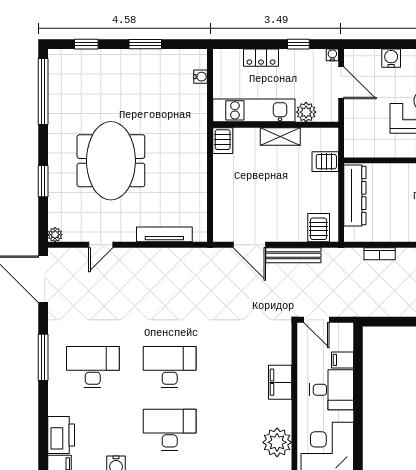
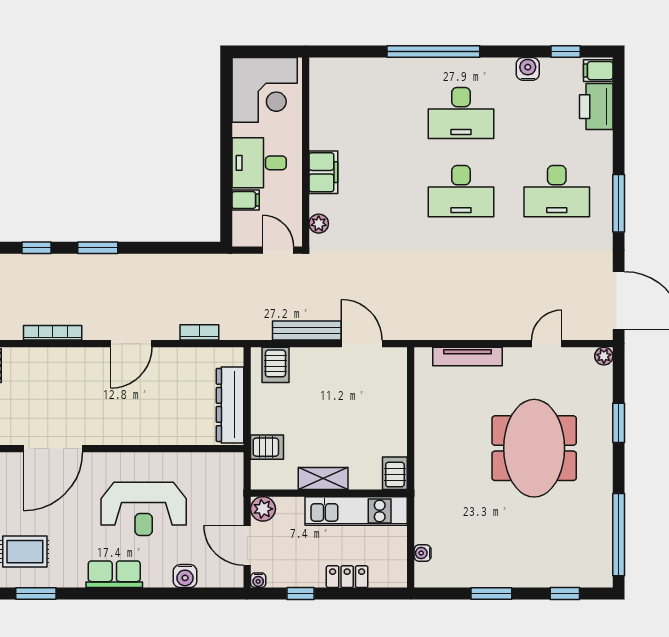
plant: (306, 112) -> (263, 509), moved
plant: (277, 442) -> (319, 224), moved, width x0.53, depth x0.53

